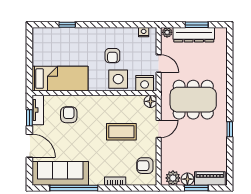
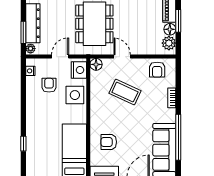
window: (197, 25) -> (23, 32), moved
armchair: (112, 56) -> (49, 85), moved, turned -90
coffee table: (121, 132) -> (125, 92), turned -65

